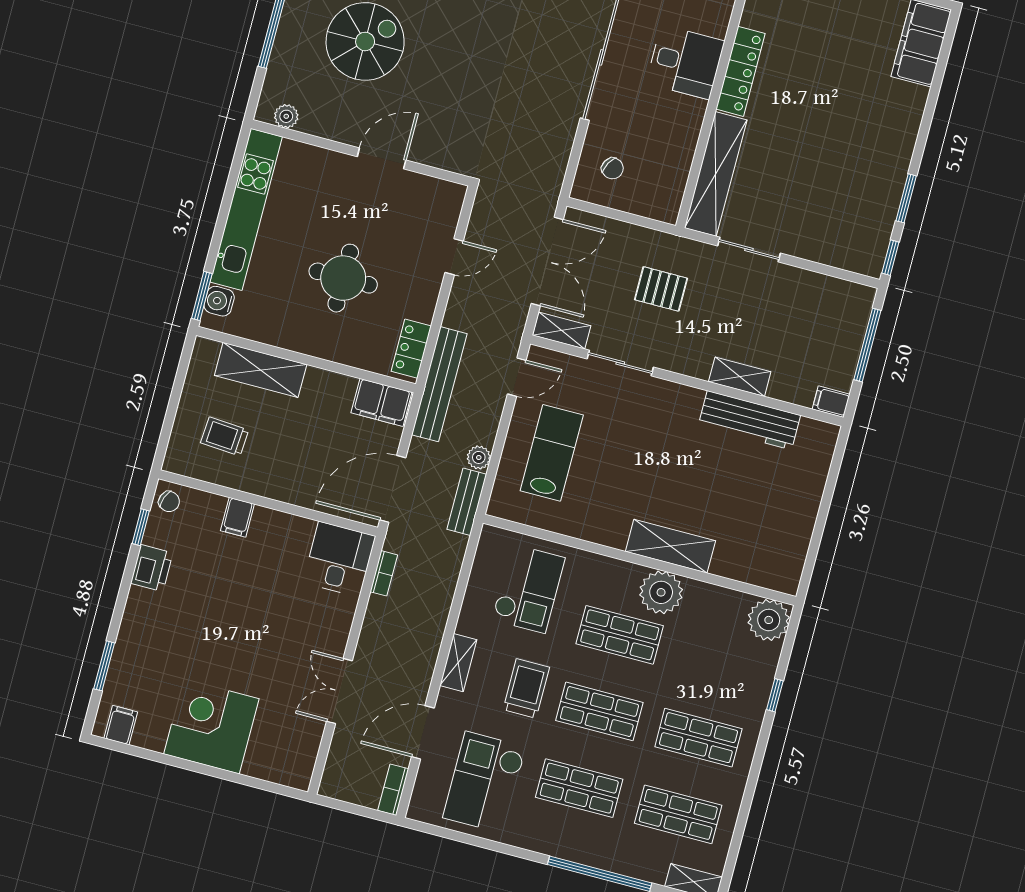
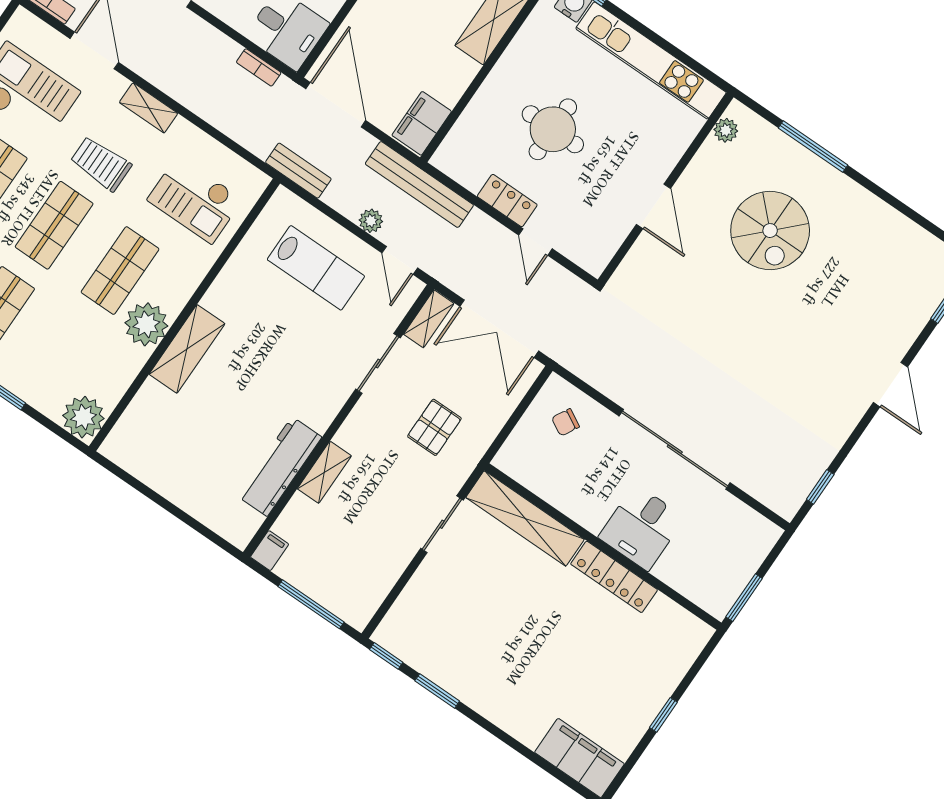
locker: (411, 349) -> (507, 201), moved
plant: (479, 457) -> (371, 221), moved
trolley: (526, 688) -> (101, 164), turned 180

